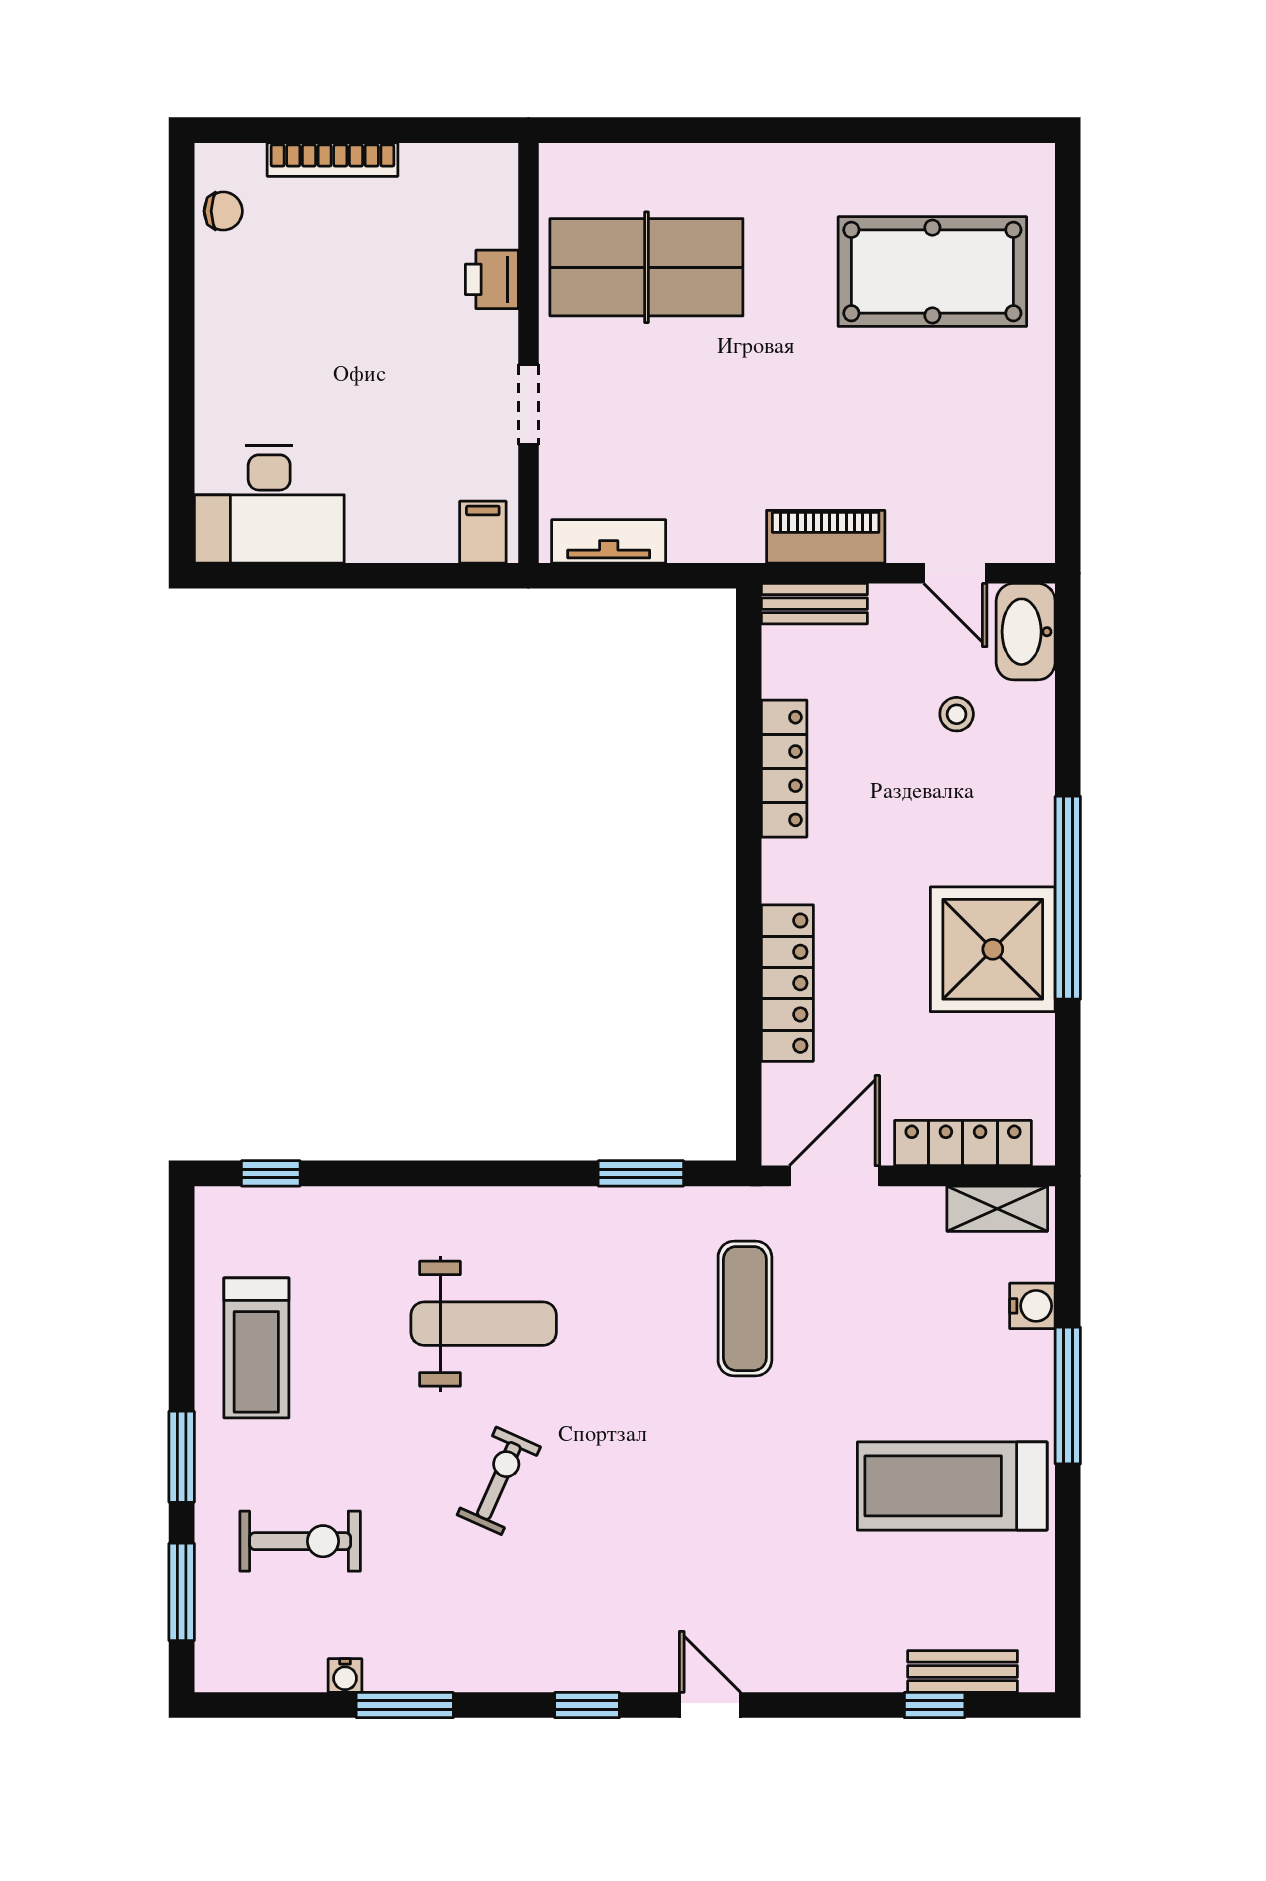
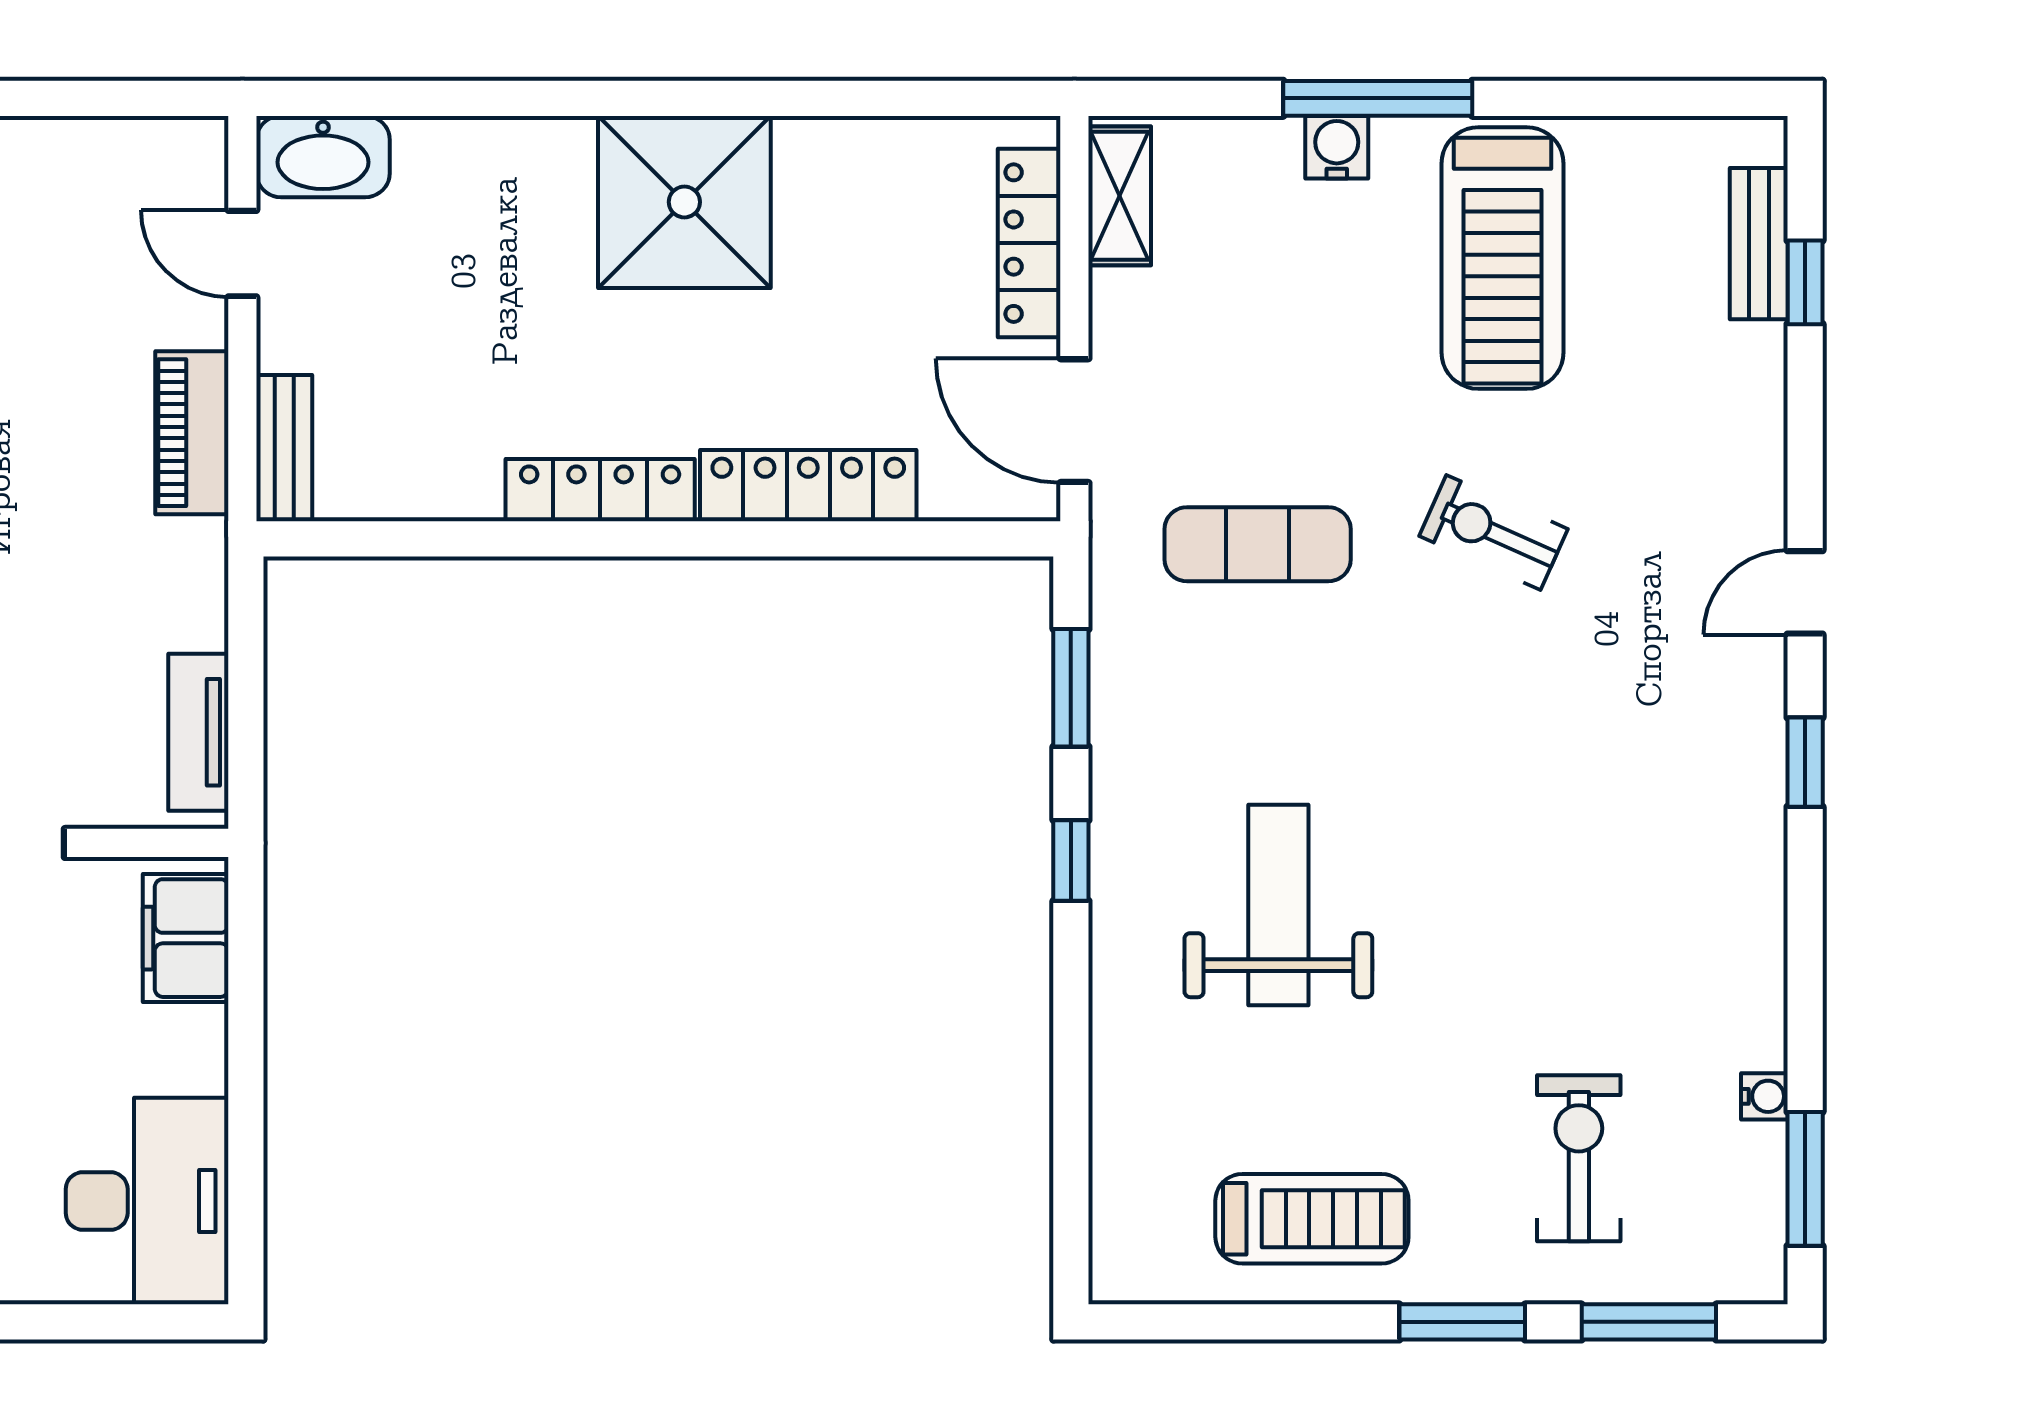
filing cabinet: (483, 532) -> (186, 938), width x2.00
door: (955, 573) -> (242, 254), swing flipped
stool: (957, 714) -> (437, 252), removed
locker: (784, 769) -> (600, 490), moved
window: (1068, 898) -> (690, 98), removed
shower: (993, 949) -> (684, 202), moved
window: (271, 1173) -> (1071, 860), moved
water cooler: (1032, 1306) -> (1337, 147), moved
exercise bike: (499, 1481) -> (1493, 532), moved
window: (405, 1705) -> (1805, 1179), moved

